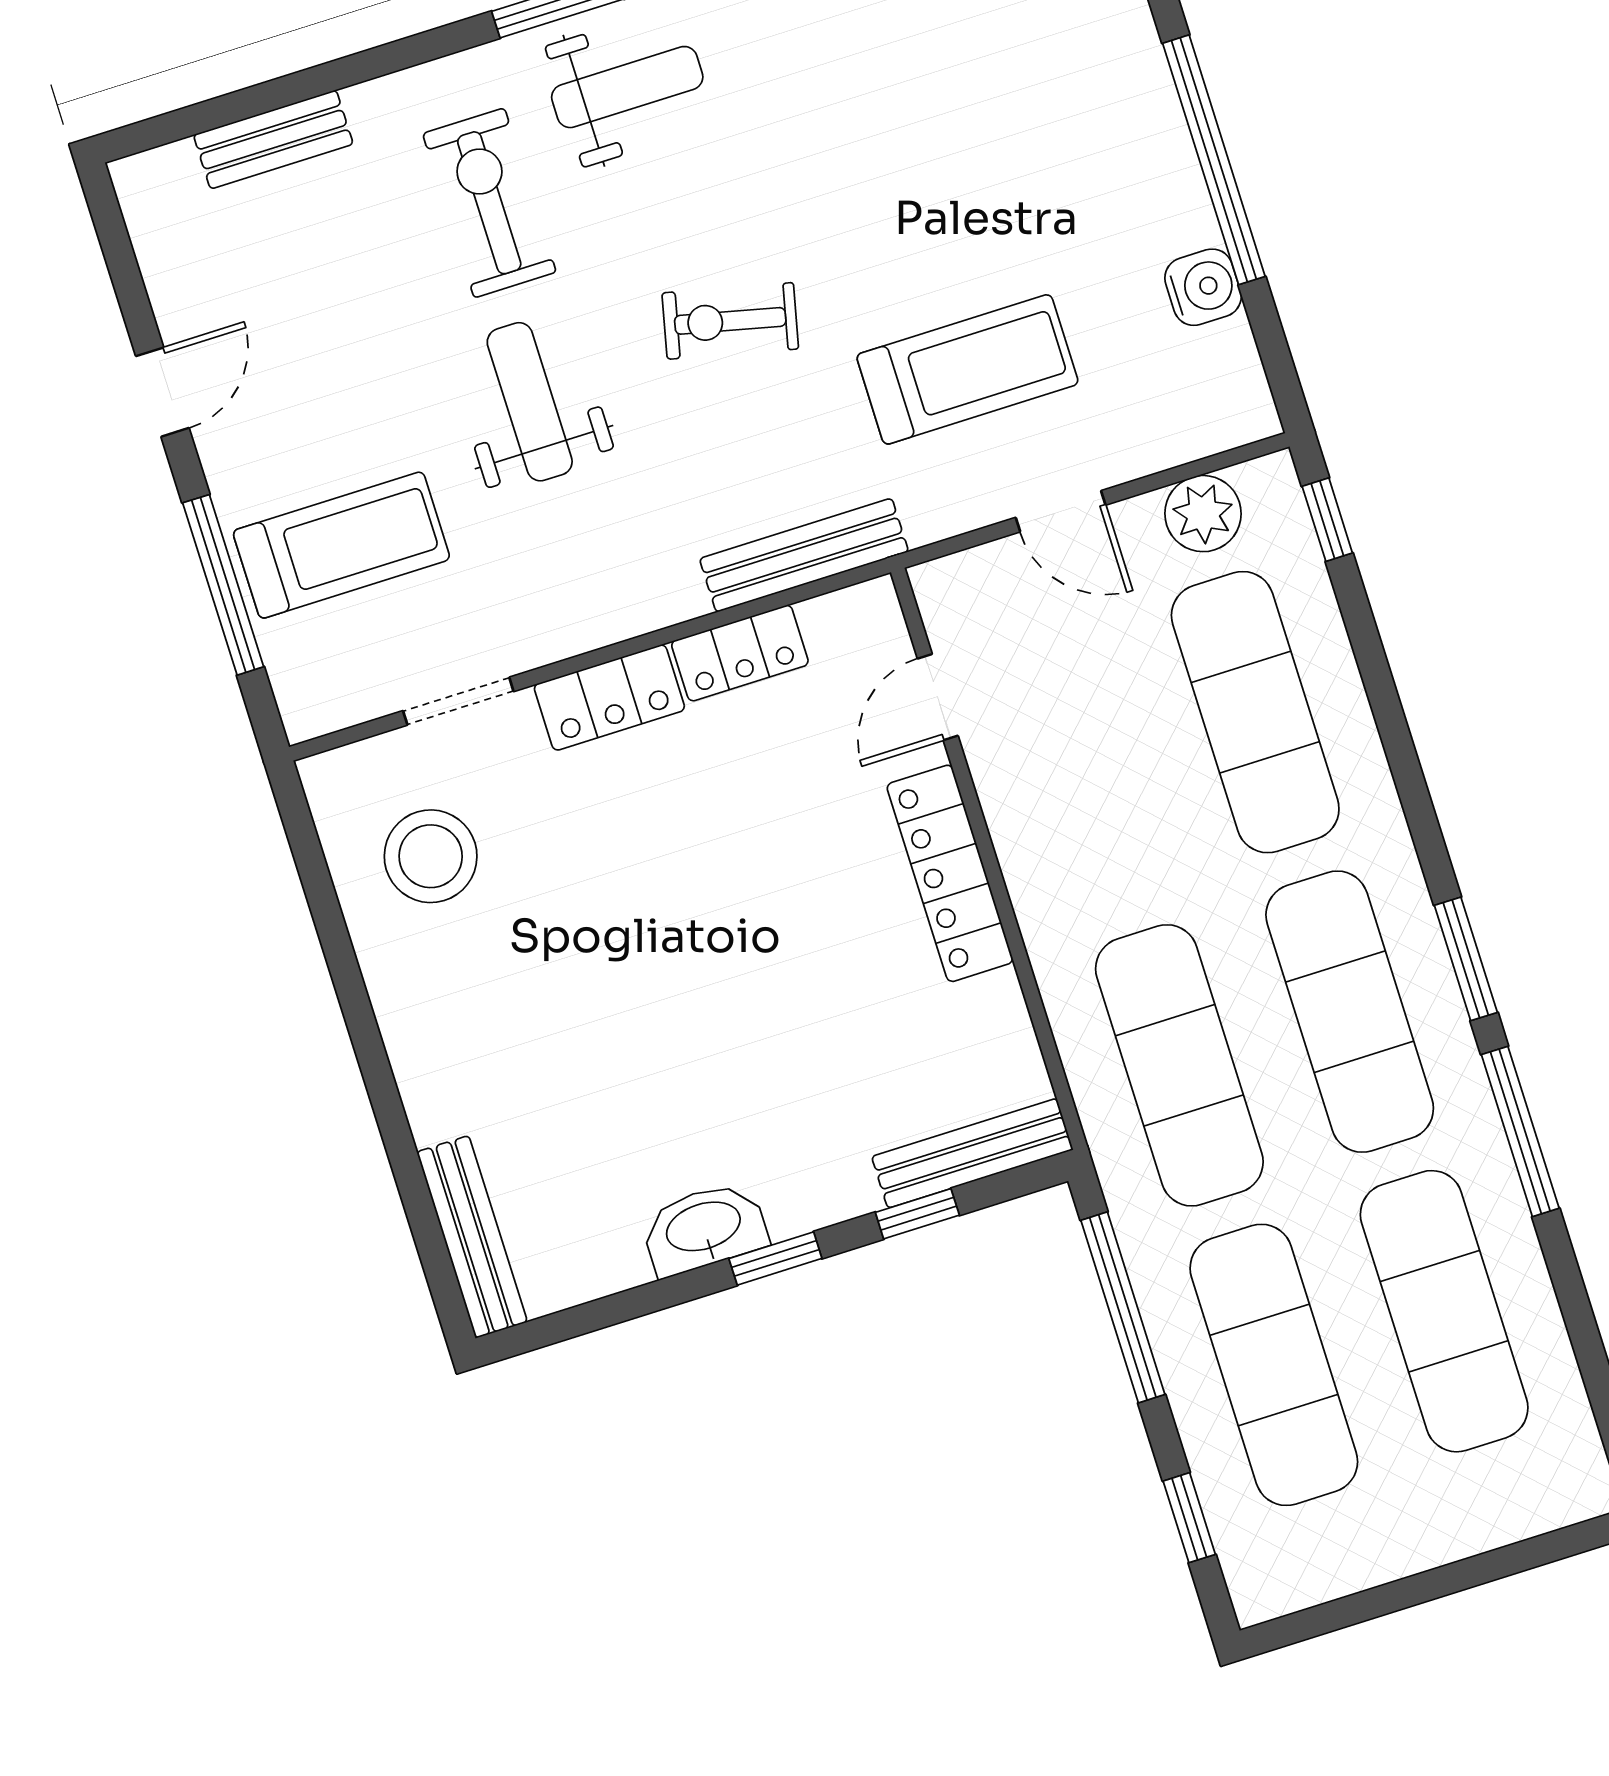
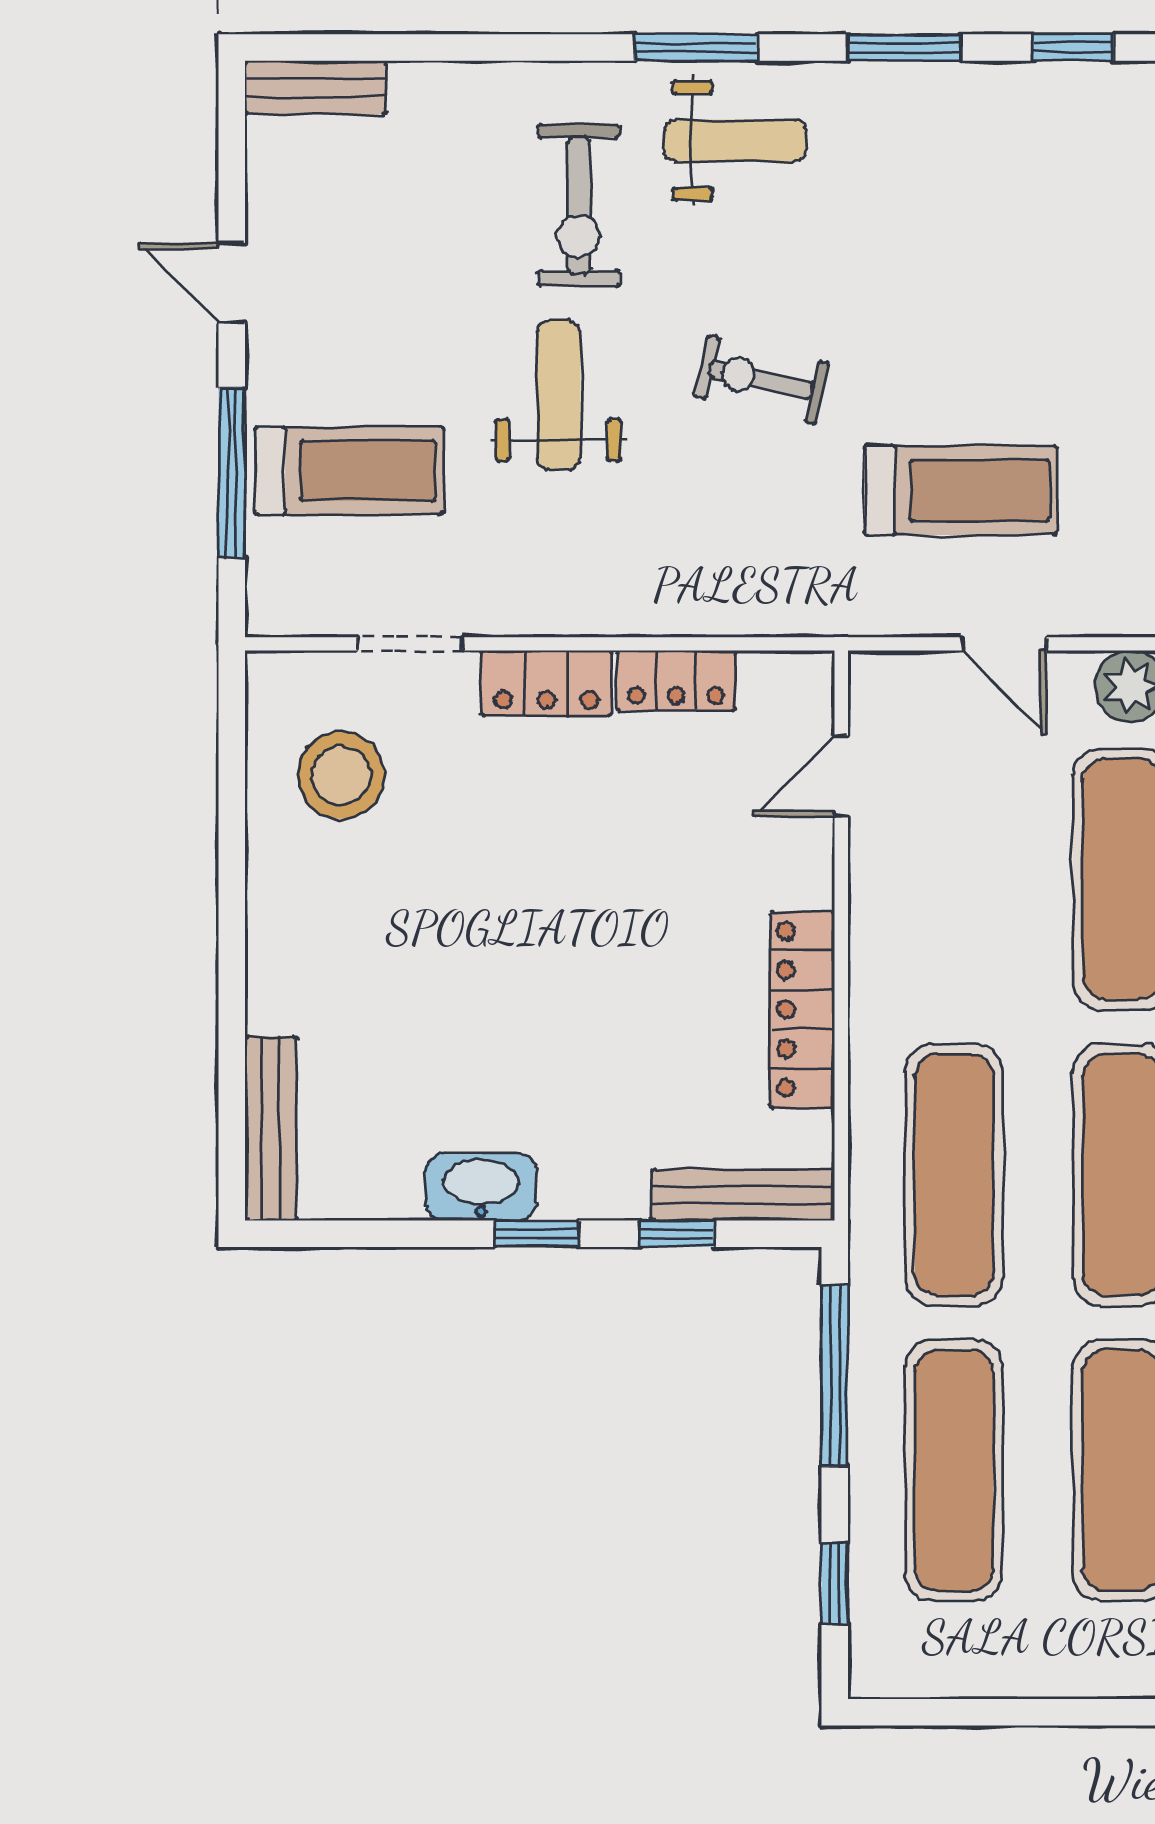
bench: (273, 140) -> (315, 87), moved
exercise bike: (489, 203) -> (579, 205), turned 180
door: (162, 392) -> (232, 283), swing flipped
bench: (804, 555) -> (761, 611), removed
locker: (950, 873) -> (802, 1009), moved

